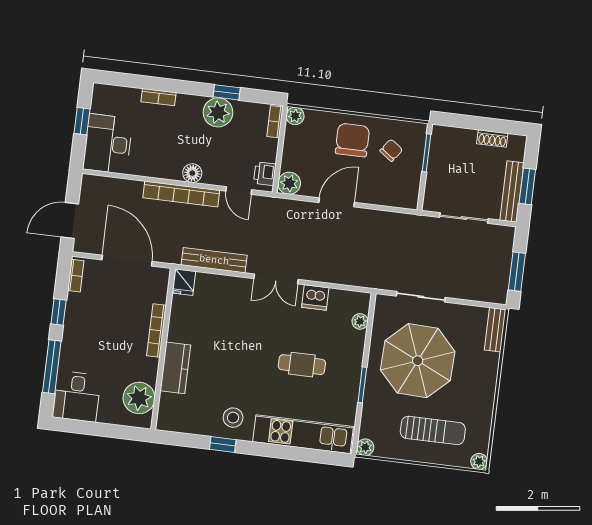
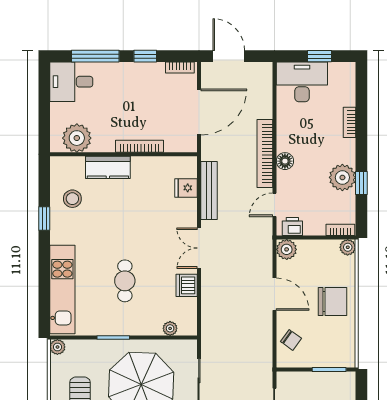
chair: (391, 150) -> (291, 340), moved
fridge: (184, 282) -> (186, 188), moved
stool: (233, 418) -> (72, 199), moved

